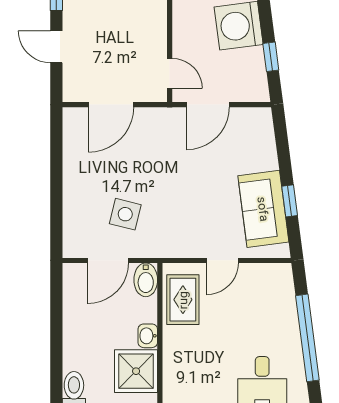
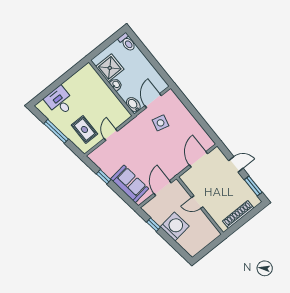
door: (170, 73) -> (197, 202), moved
sofa: (263, 209) -> (130, 184), moved
rug: (183, 300) -> (84, 129), moved
window: (307, 338) -> (56, 131), width x0.68

